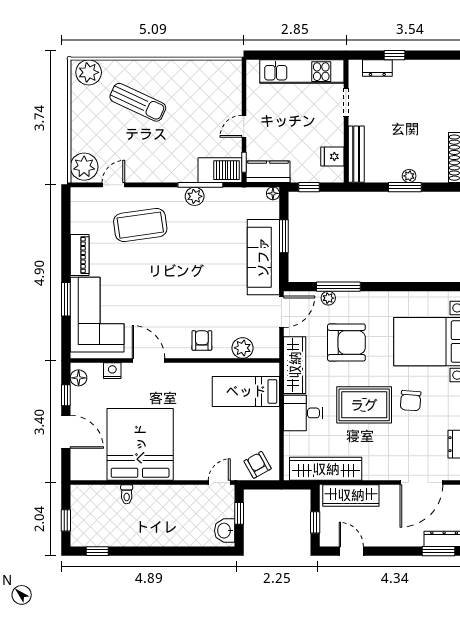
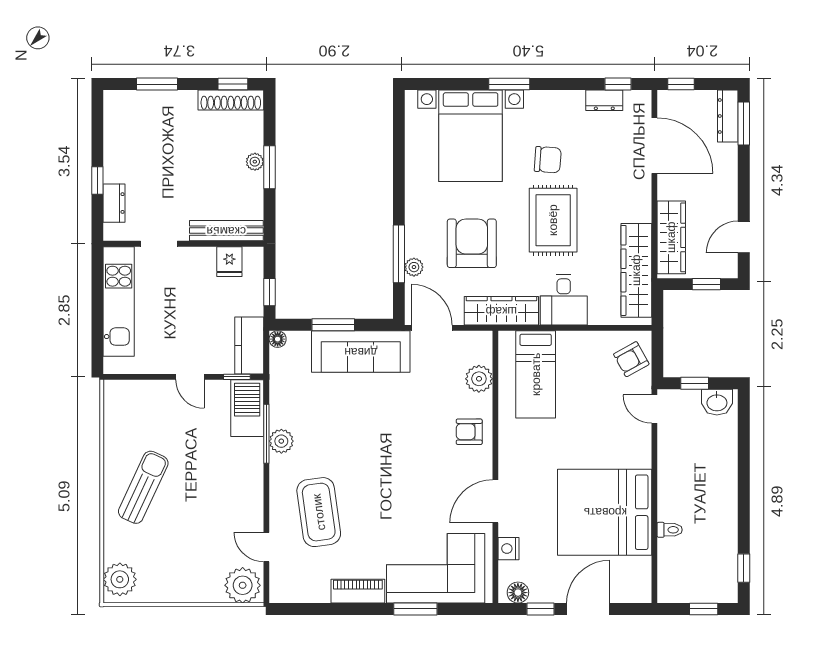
sun lounger: (138, 102) -> (143, 487), moved

